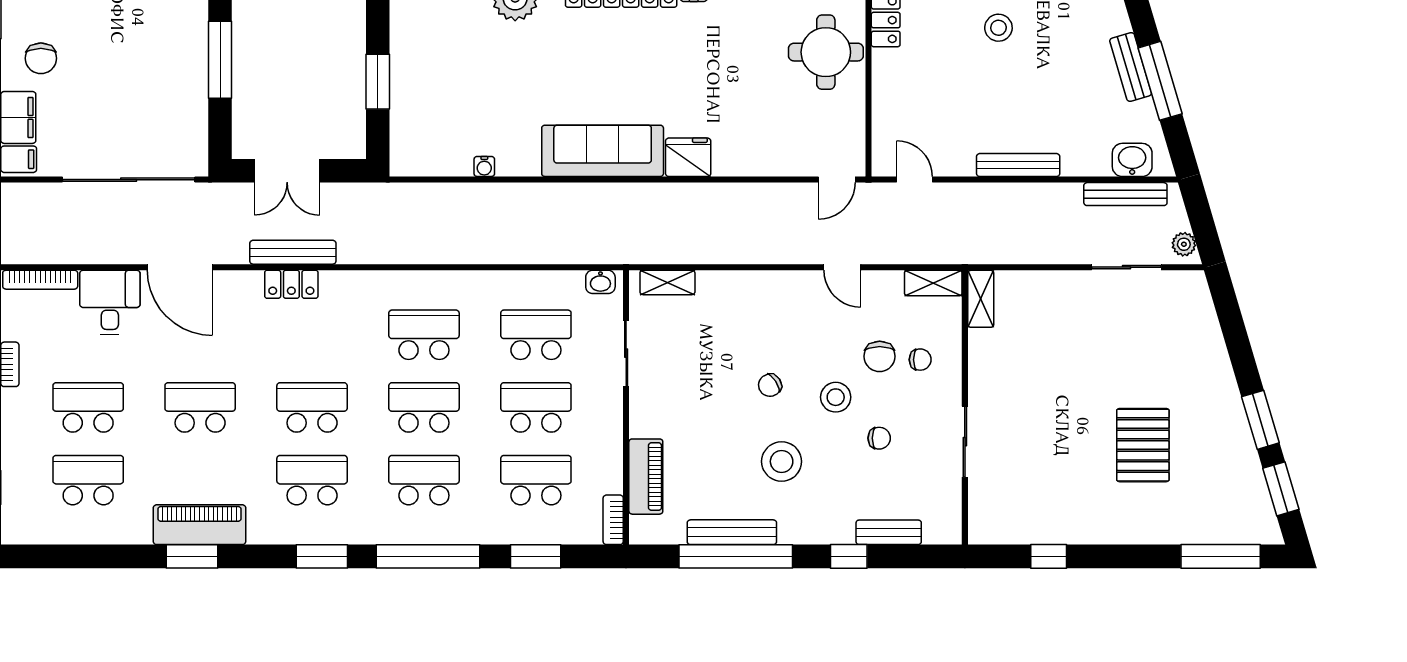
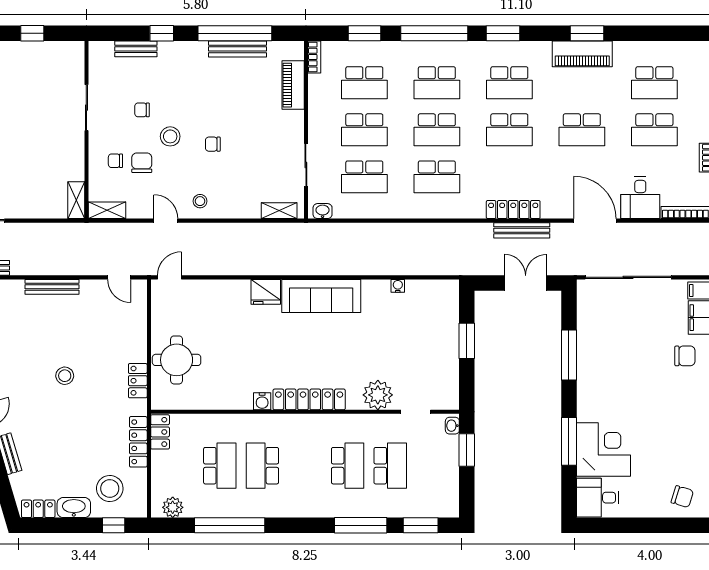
chair: (41, 58) -> (685, 356), turned 90
locker: (291, 284) -> (513, 210), width x1.53
chair: (770, 385) -> (213, 144), turned -147
stool: (782, 461) -> (200, 201), moved, width x0.53, depth x0.53

